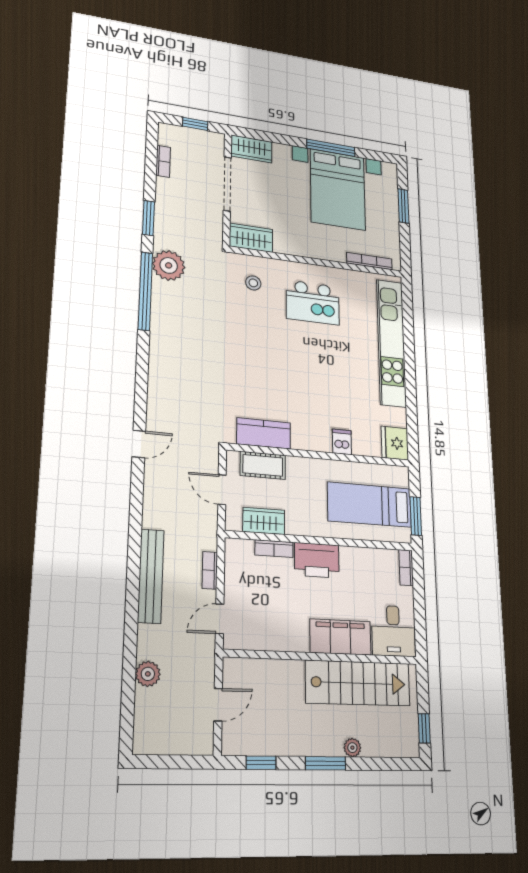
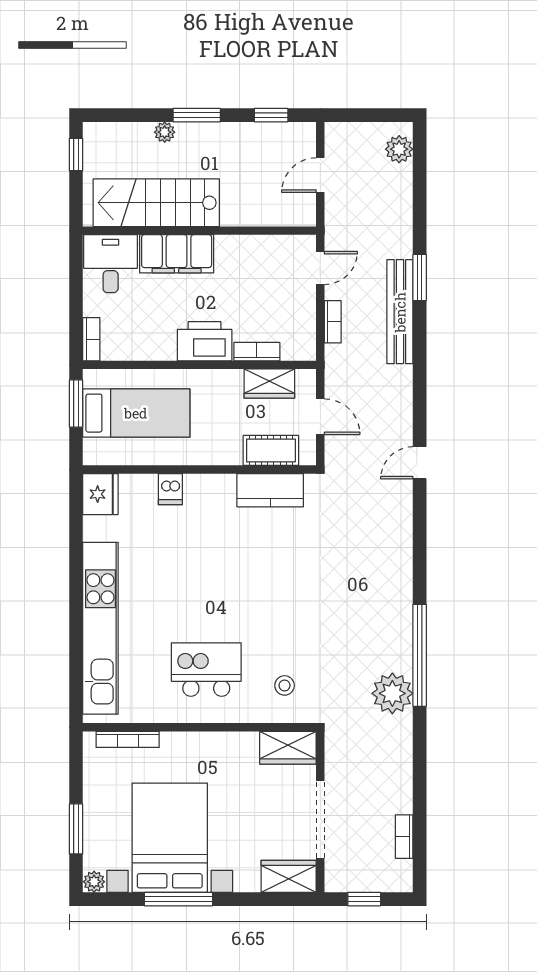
plant: (390, 169) -> (94, 882), added
window: (149, 218) -> (420, 277), moved
plant: (148, 674) -> (399, 149), moved

